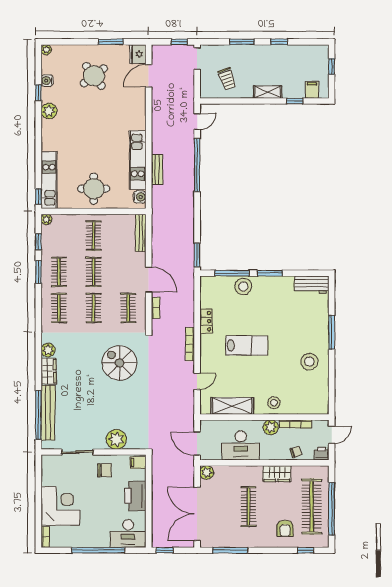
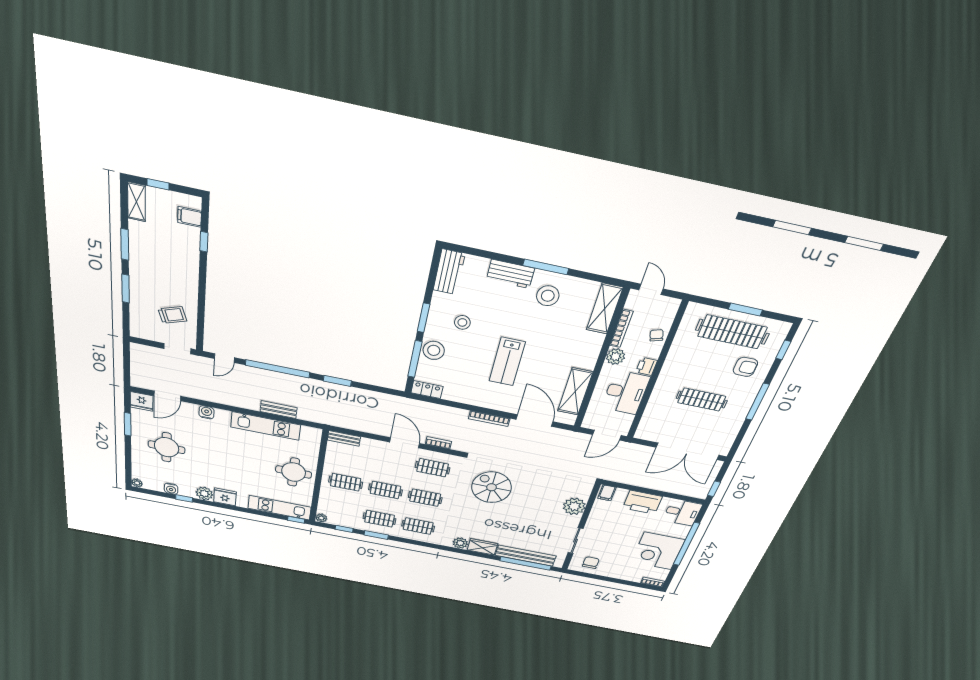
window: (179, 42) -> (127, 357), removed
window: (279, 42) -> (125, 244), width x1.50
doorway: (197, 58) -> (177, 349), moved
round table: (94, 76) -> (167, 447), turned 37
door: (149, 76) -> (167, 396), hinge flipped
shelving: (268, 92) -> (136, 202), moved
door: (197, 122) -> (224, 358), swing flipped
fridge: (50, 130) -> (225, 497), added
water cooler: (140, 197) -> (207, 412), moved
bench: (141, 233) -> (344, 438), width x0.73
window: (197, 255) -> (337, 381), moved
door: (149, 279) -> (405, 443), hinge flipped
locker: (206, 321) -> (427, 390), moved
workbench: (320, 330) -> (510, 274), added
window: (332, 332) -> (546, 267), moved
lab bench: (247, 346) -> (507, 362), turned 180
spiral stairs: (119, 363) -> (491, 487), turned 90
door: (197, 381) -> (535, 421), width x1.88
stool: (274, 403) -> (462, 322), moved
shelving: (309, 406) -> (605, 309), added
printer: (322, 454) -> (647, 366), moved
chair: (105, 470) -> (591, 563), moved
plant: (207, 472) -> (644, 433), removed
wardrobe: (277, 474) -> (675, 362), removed
corner desk: (60, 506) -> (658, 551), moved, turned -90
window: (332, 509) -> (745, 310), width x0.47
desk: (128, 533) -> (682, 512), width x0.73
window: (230, 550) -> (757, 402), moved

